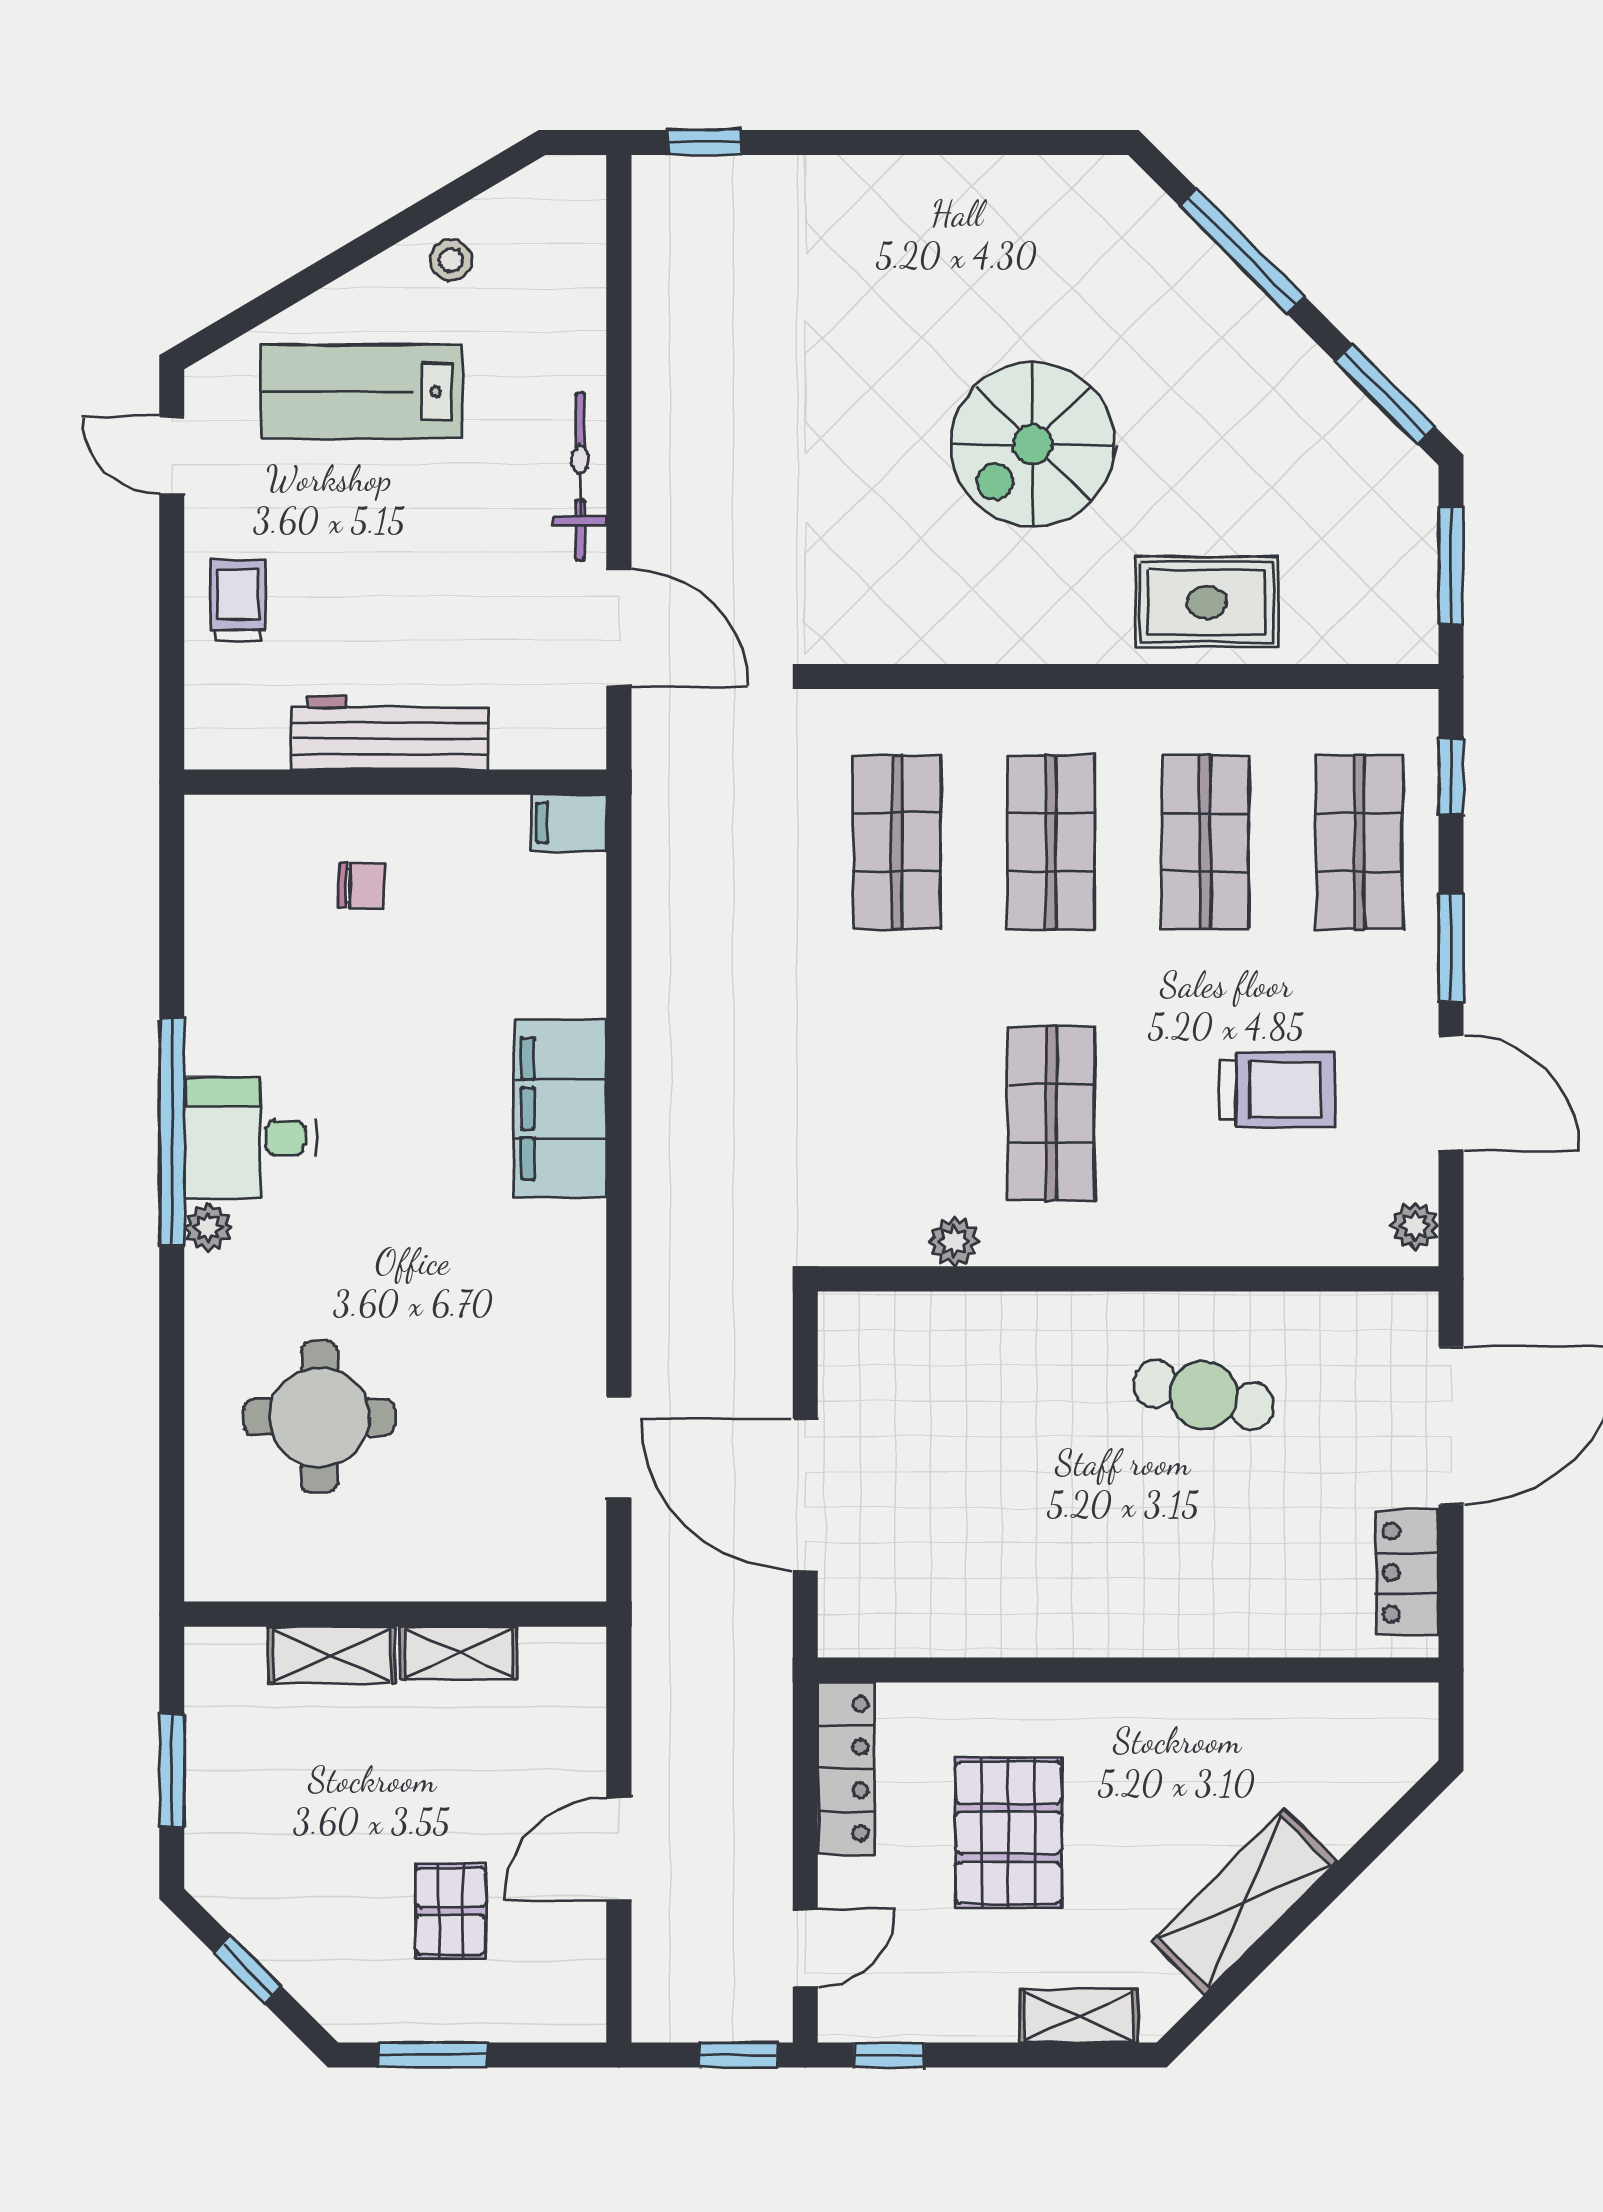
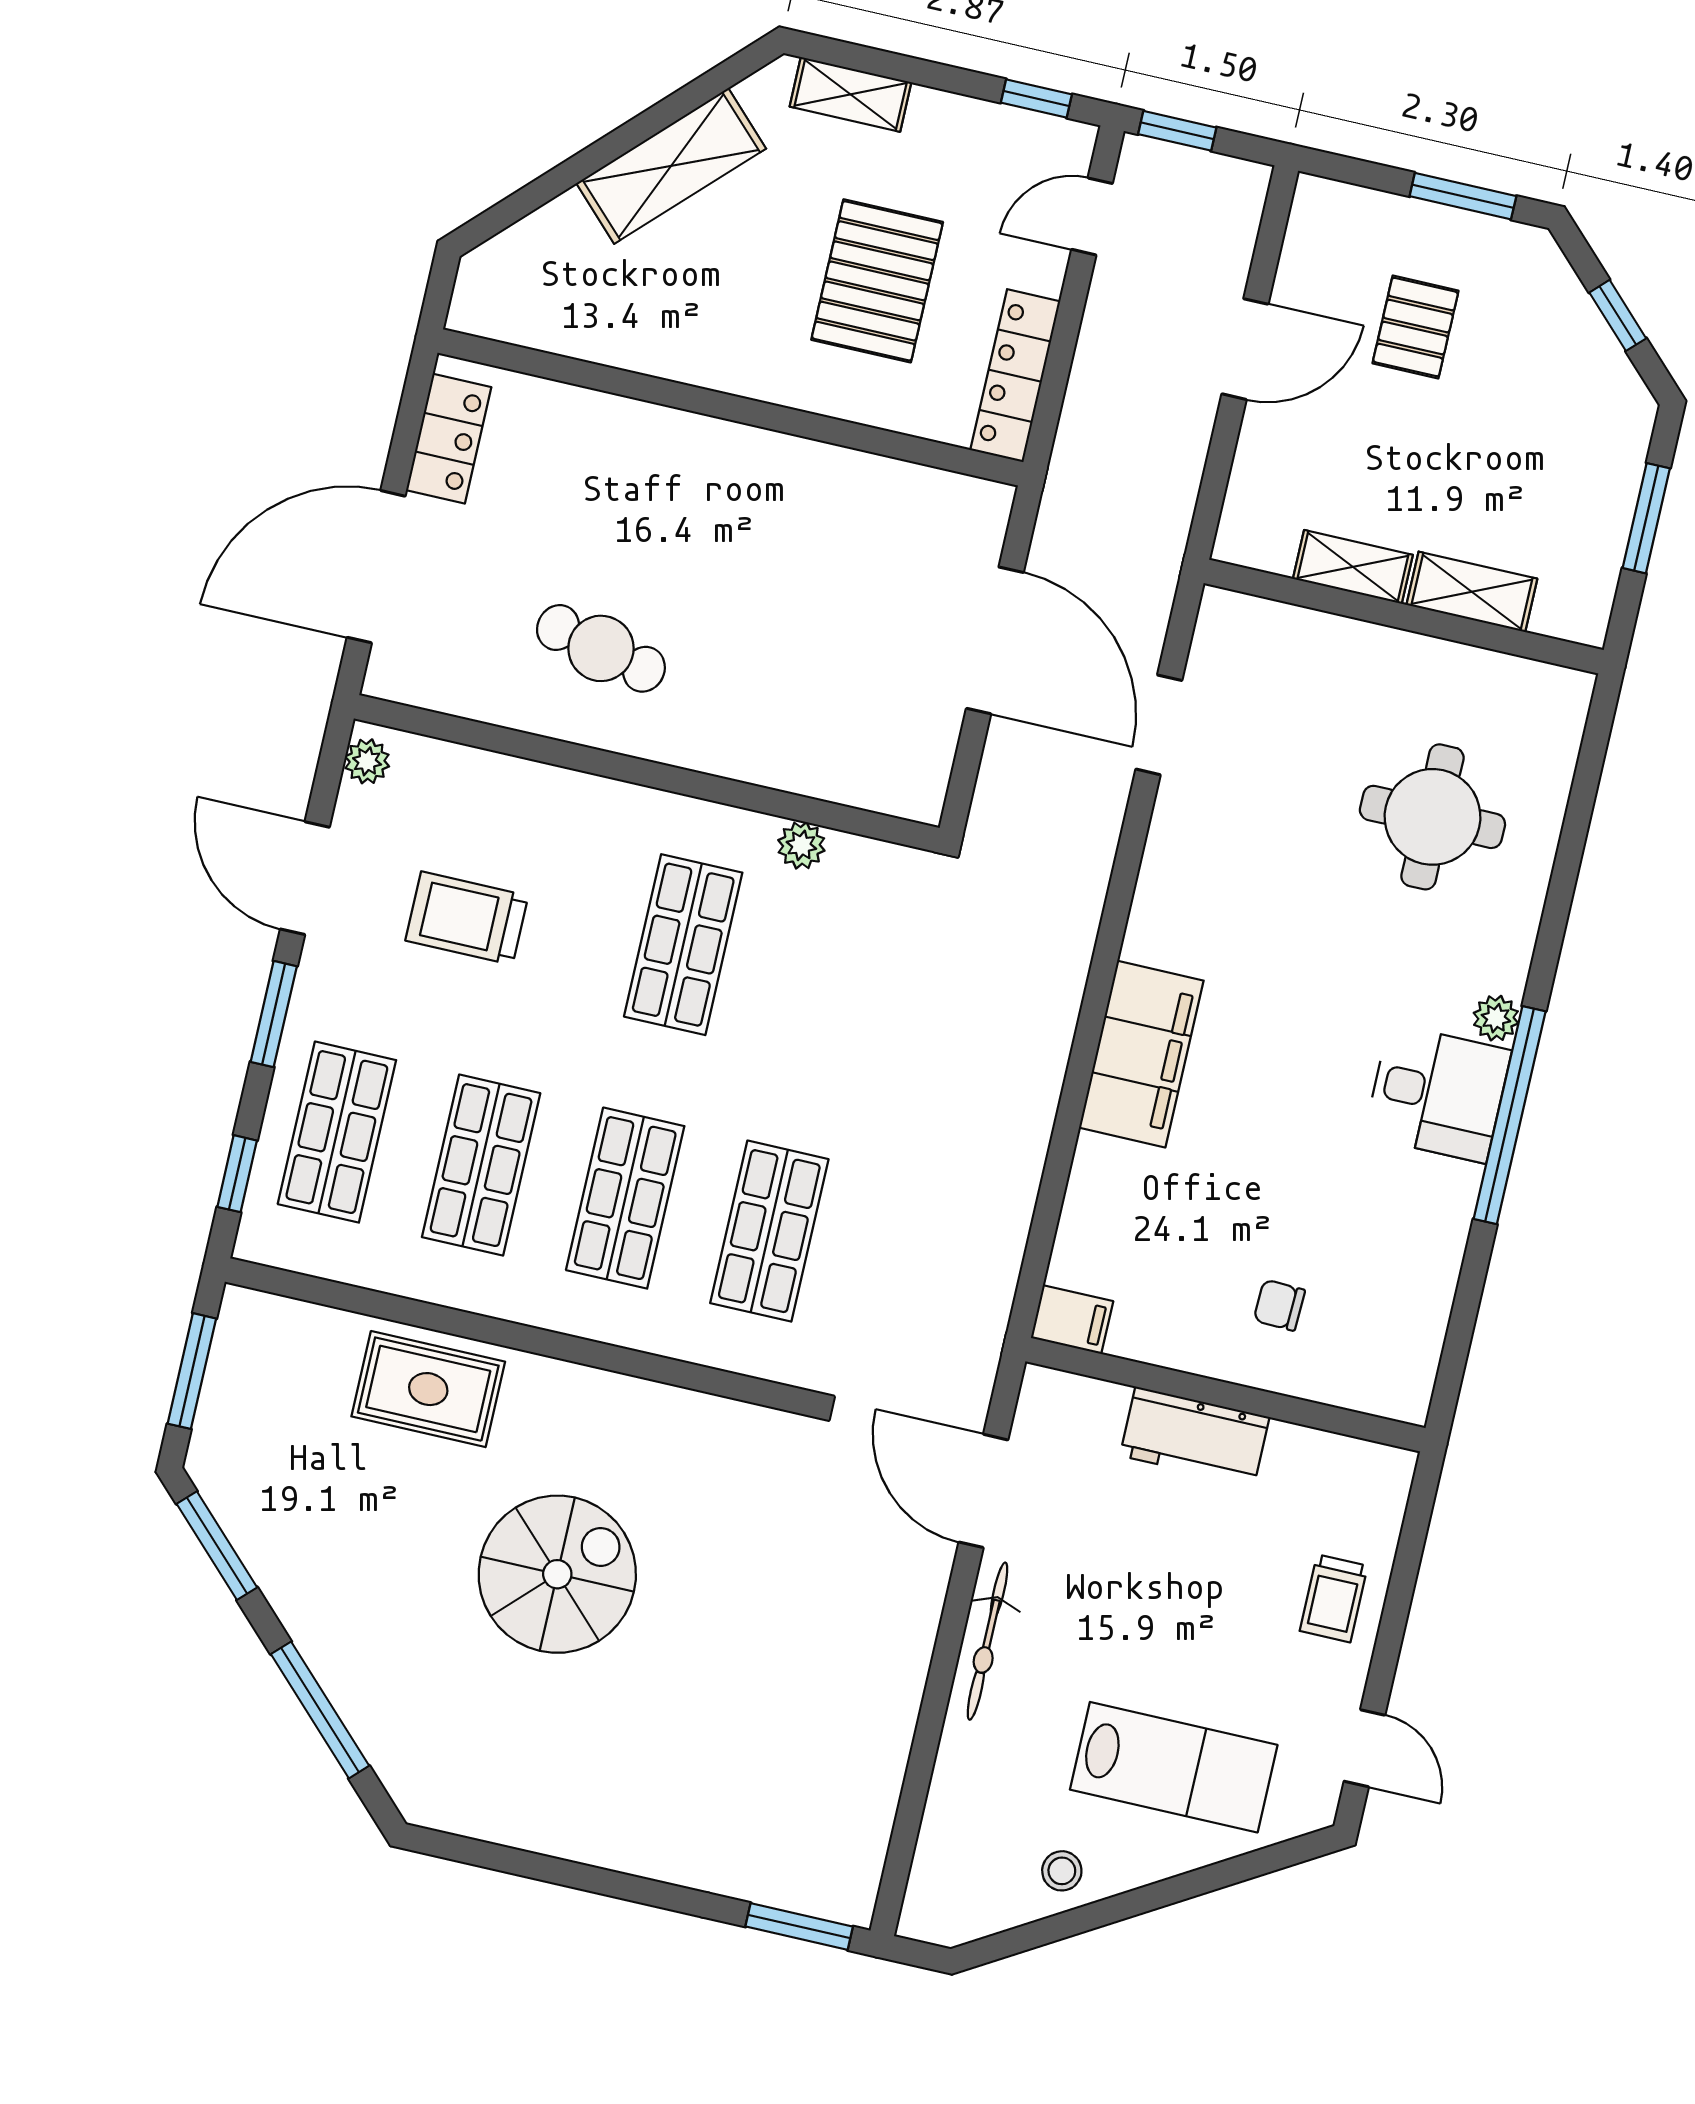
window: (705, 143) -> (799, 1927), width x1.50
workbench: (390, 733) -> (1195, 1436), width x0.73

